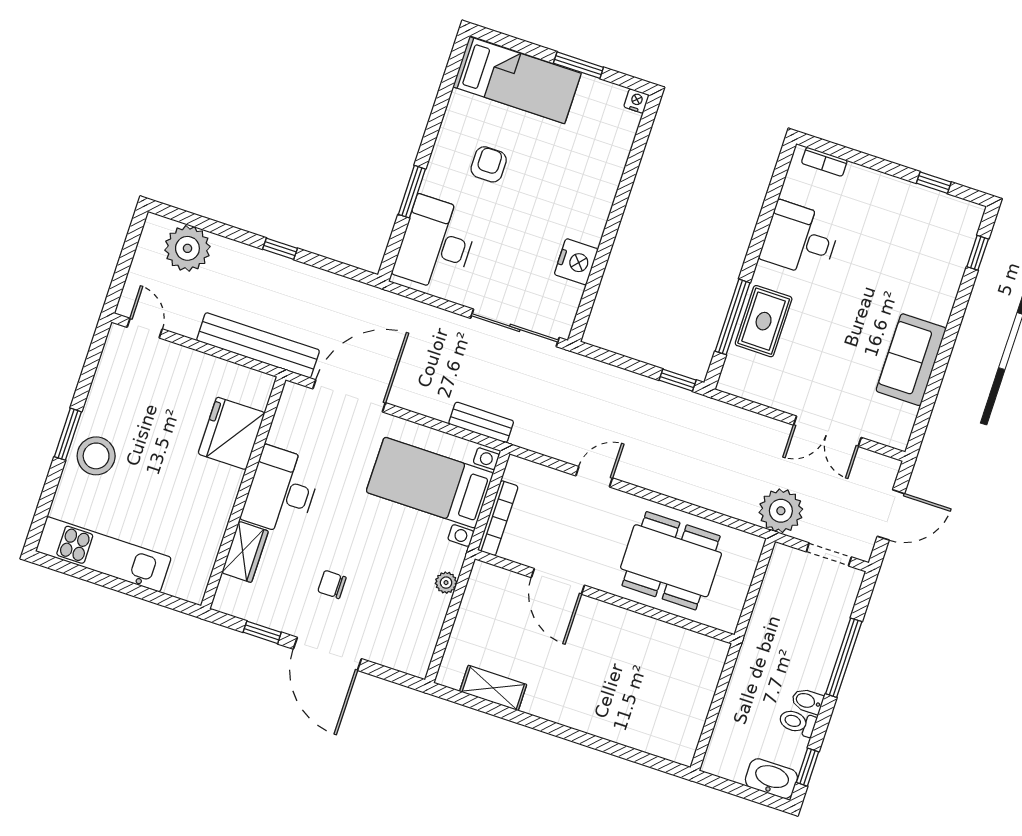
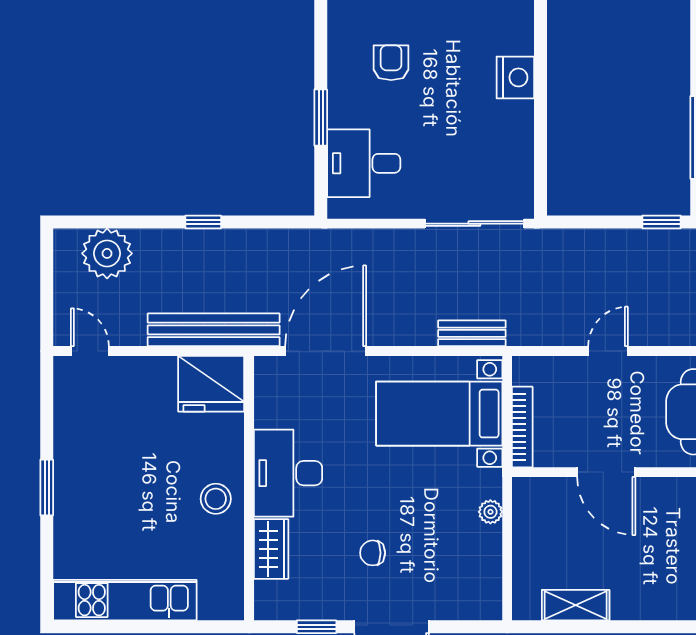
desk: (436, 244) -> (364, 163), width x0.73
nightstand: (576, 262) -> (515, 77), moved
fridge: (231, 433) -> (211, 384), moved, turned -90
stool: (96, 456) -> (216, 499), moved, width x0.73, depth x0.73

